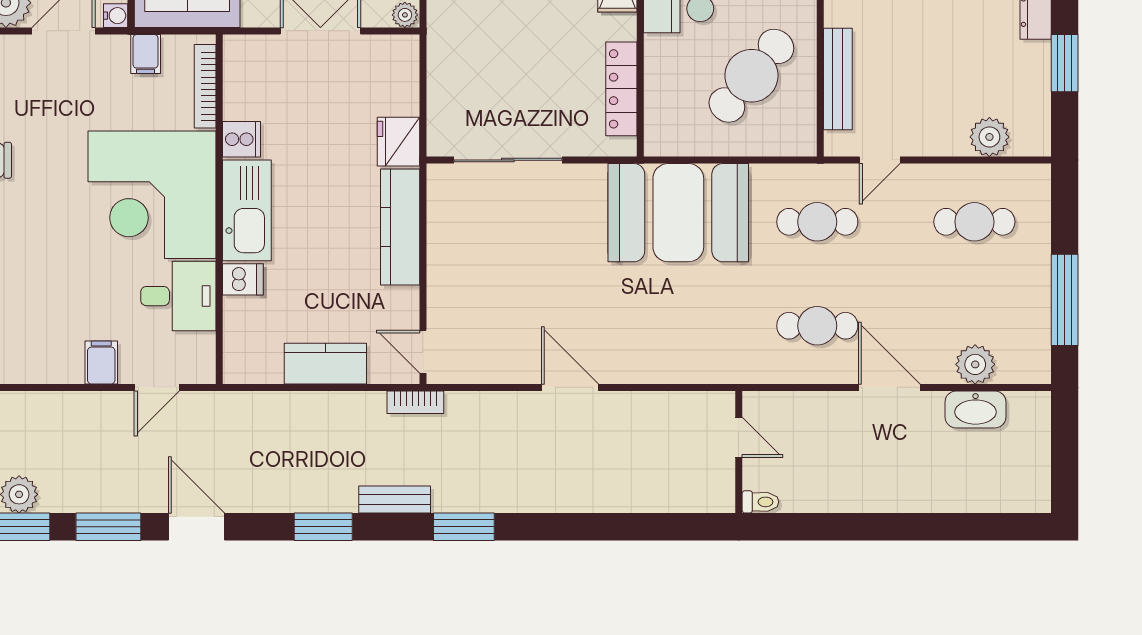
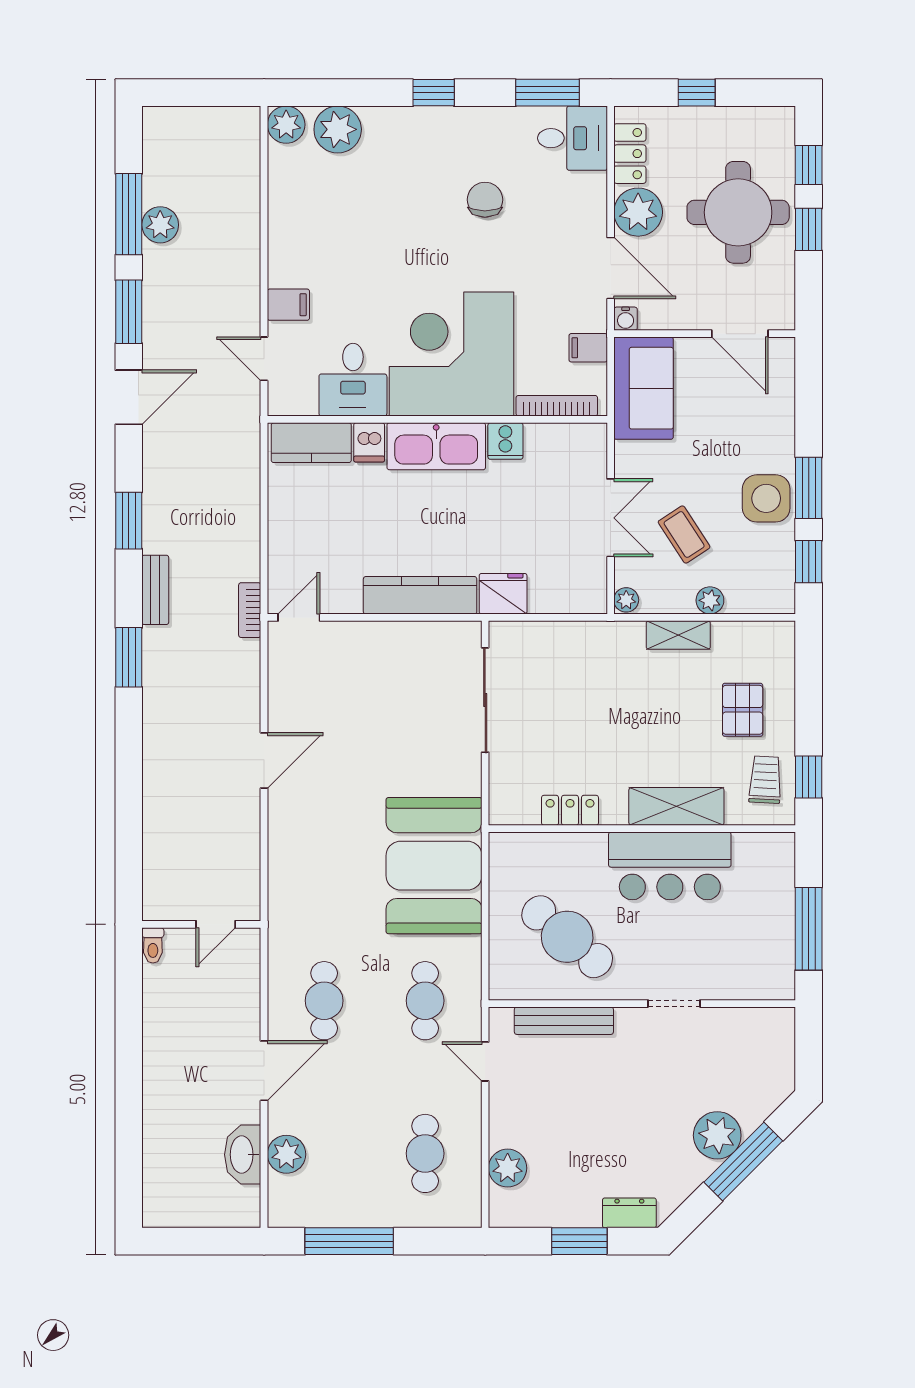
locker: (621, 89) -> (570, 810), width x0.66
kitchen counter: (325, 364) -> (311, 443), moved, turned 90

